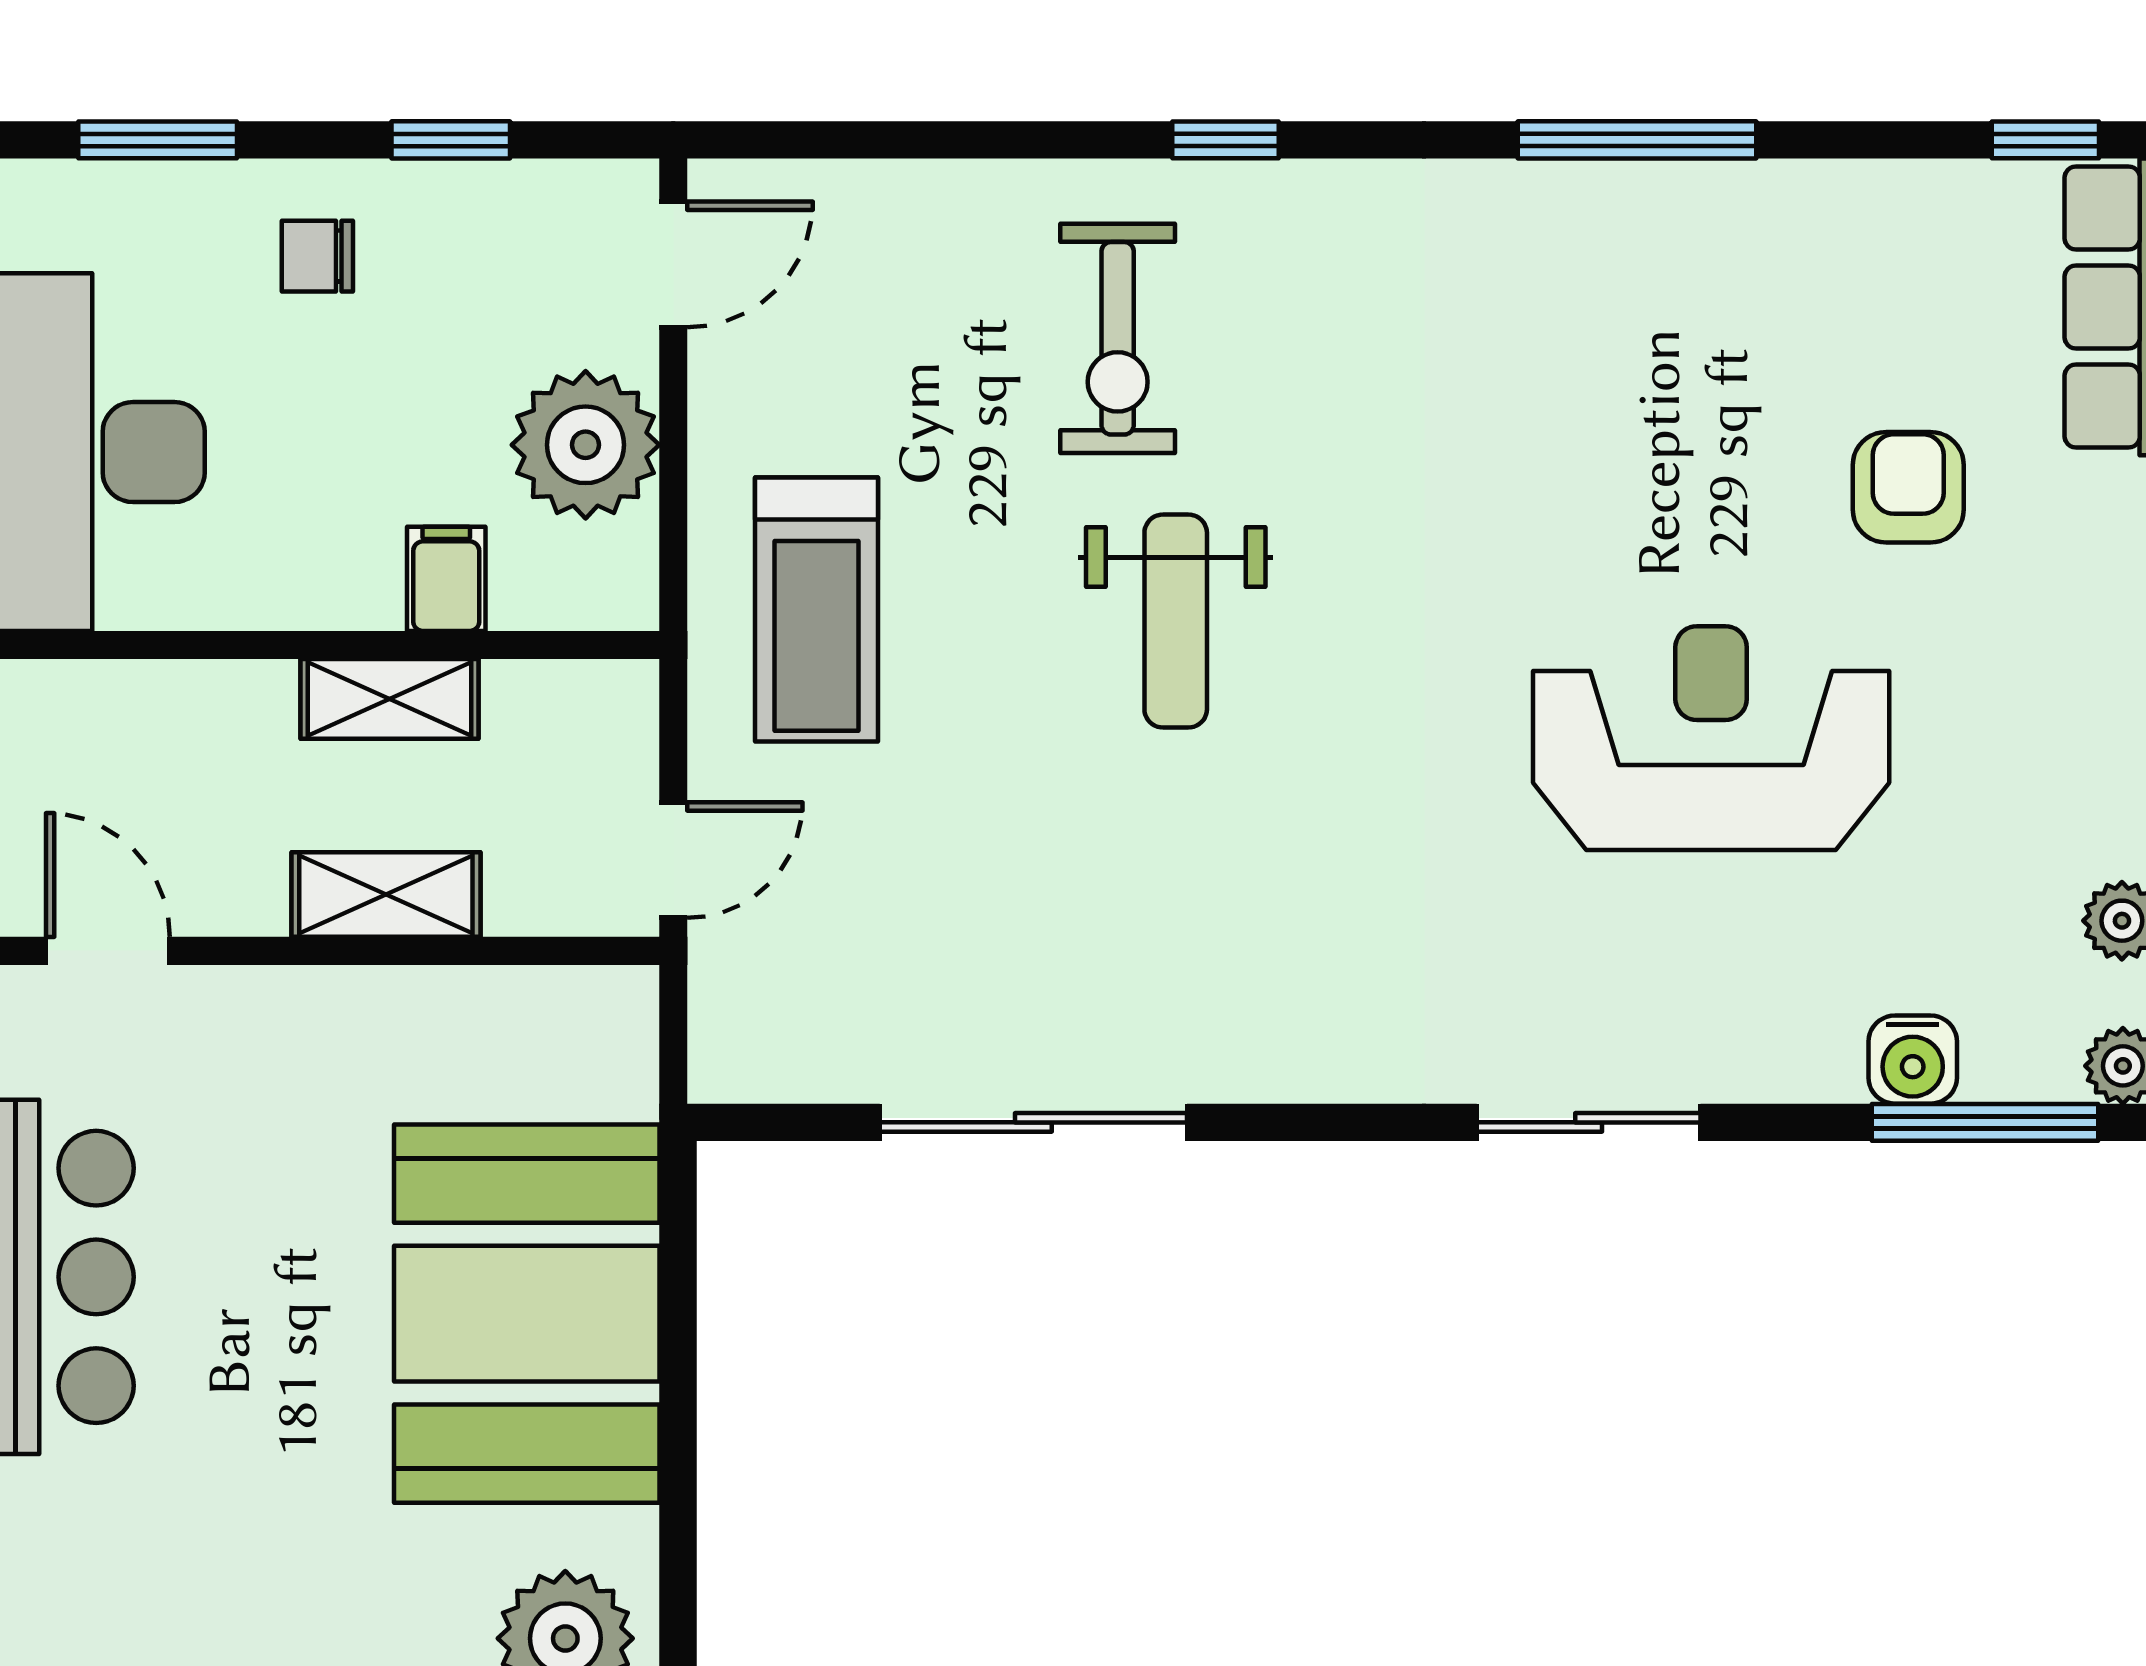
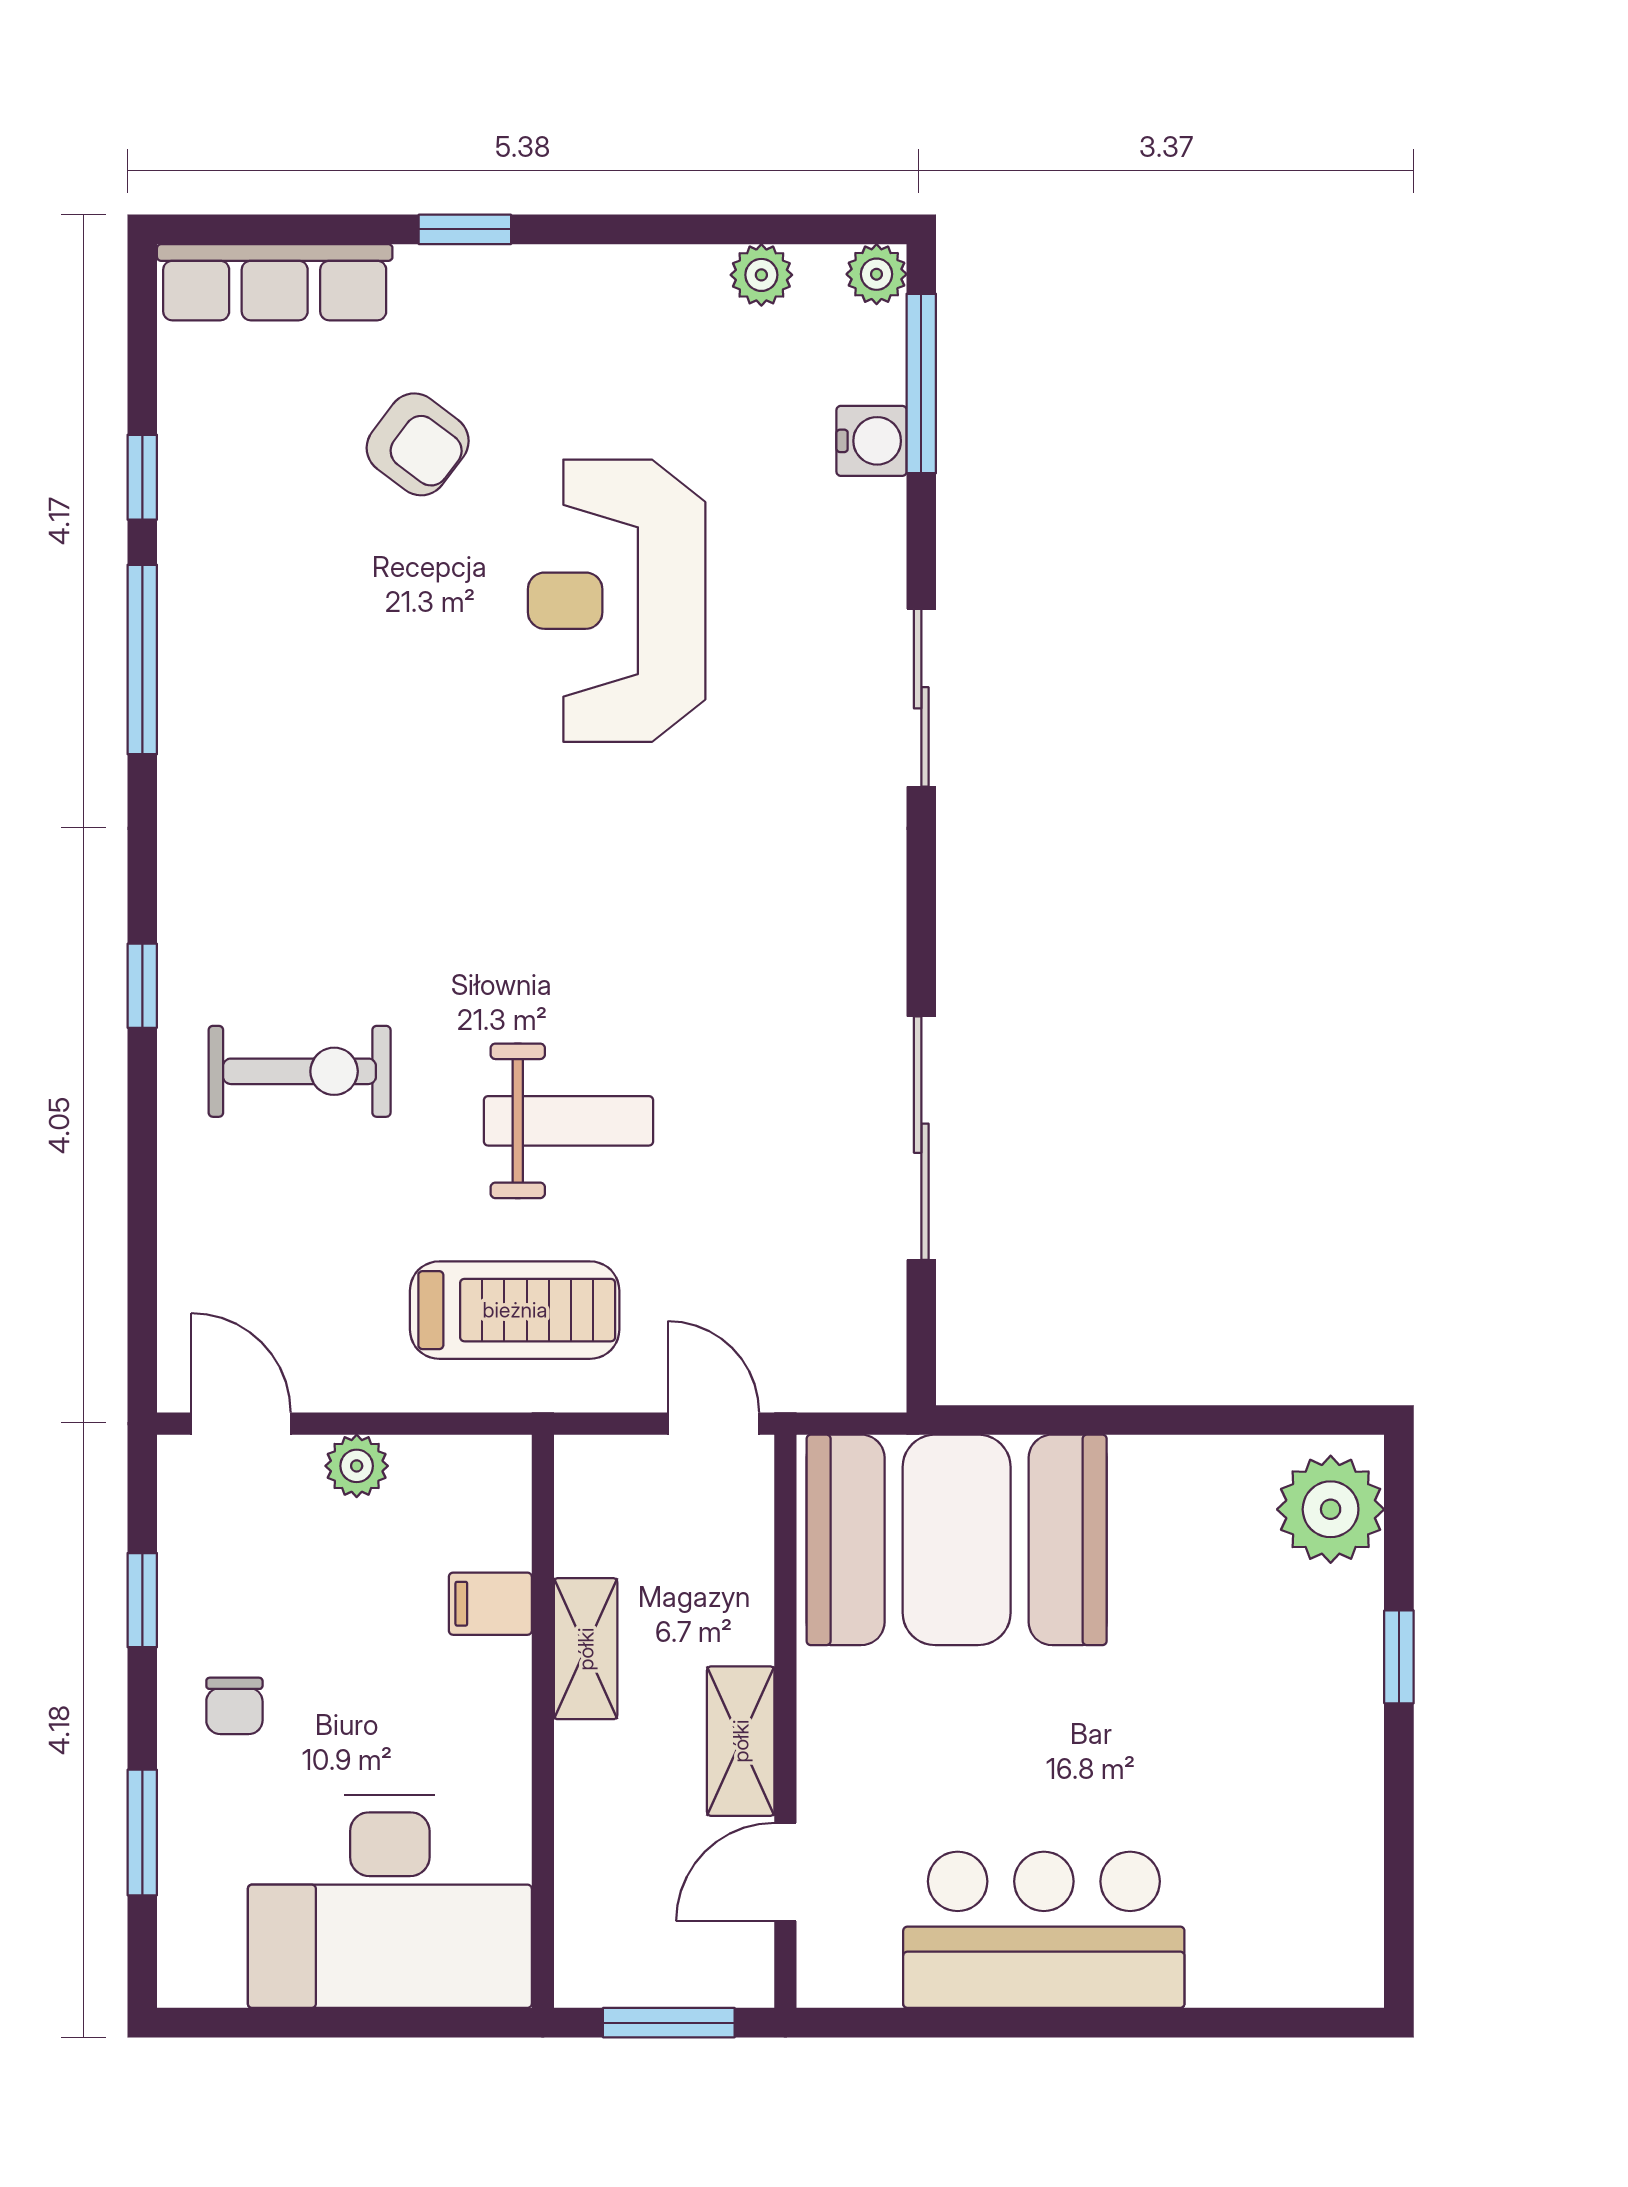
window: (2045, 140) -> (142, 477), moved
plant: (586, 445) -> (357, 1466), width x0.53, depth x0.53
armchair: (1908, 487) -> (418, 444), turned -143
weight bench: (1176, 621) -> (569, 1121), moved
shelving: (386, 895) -> (741, 1741), moved
booth: (527, 1314) -> (957, 1540), moved

